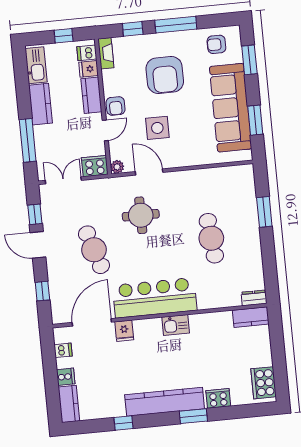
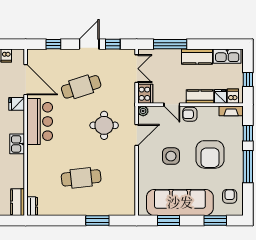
armchair: (165, 75) -> (210, 154), turned -90
side table: (157, 128) -> (171, 156), moved
bar counter: (155, 298) -> (40, 121), width x0.73

